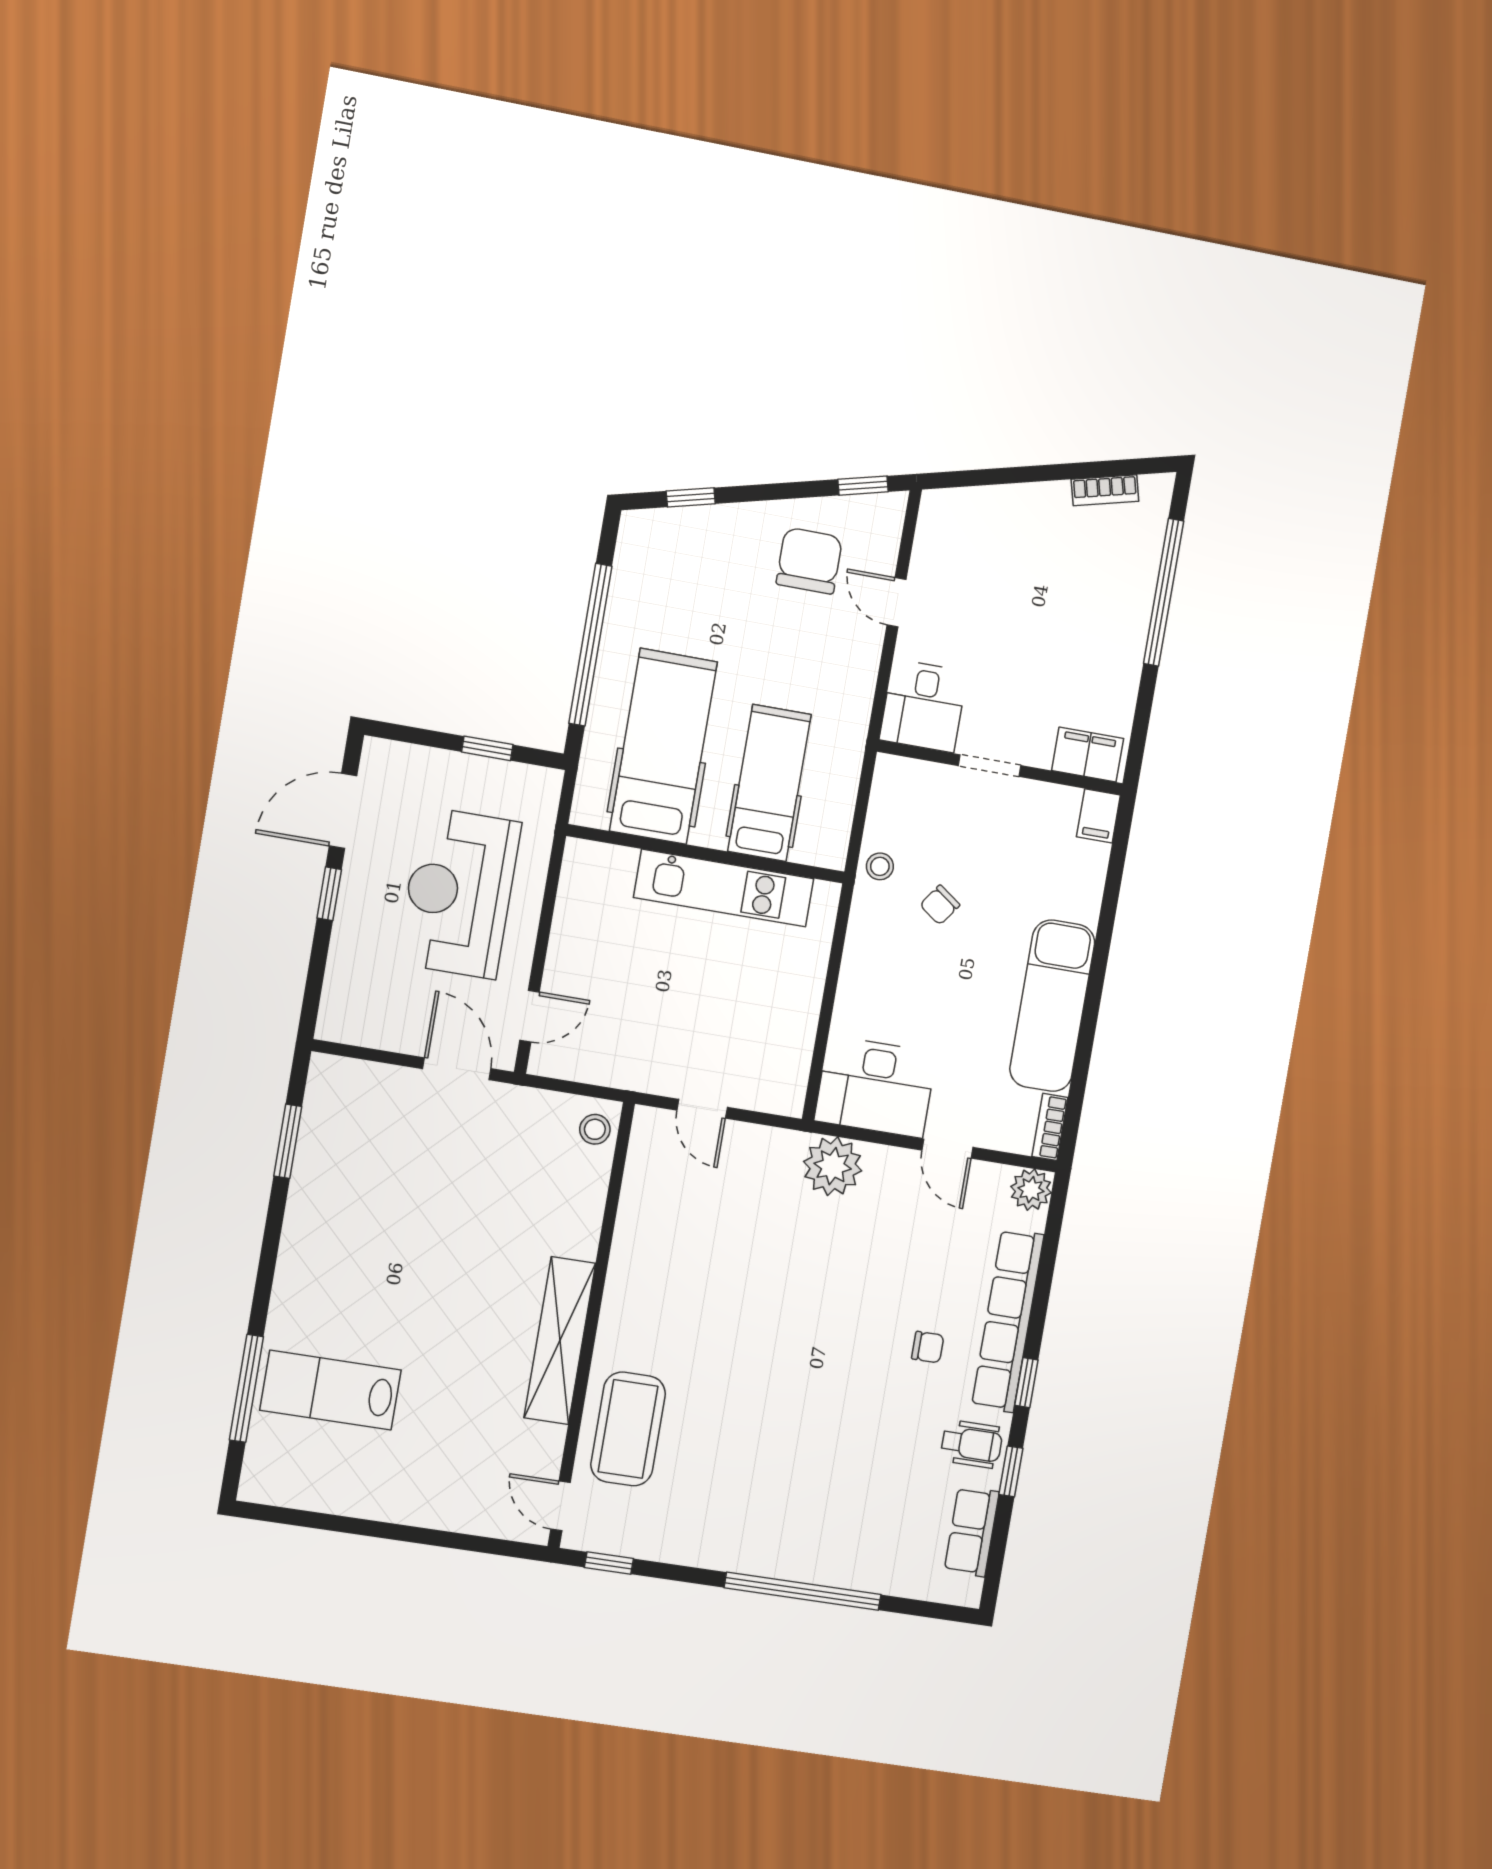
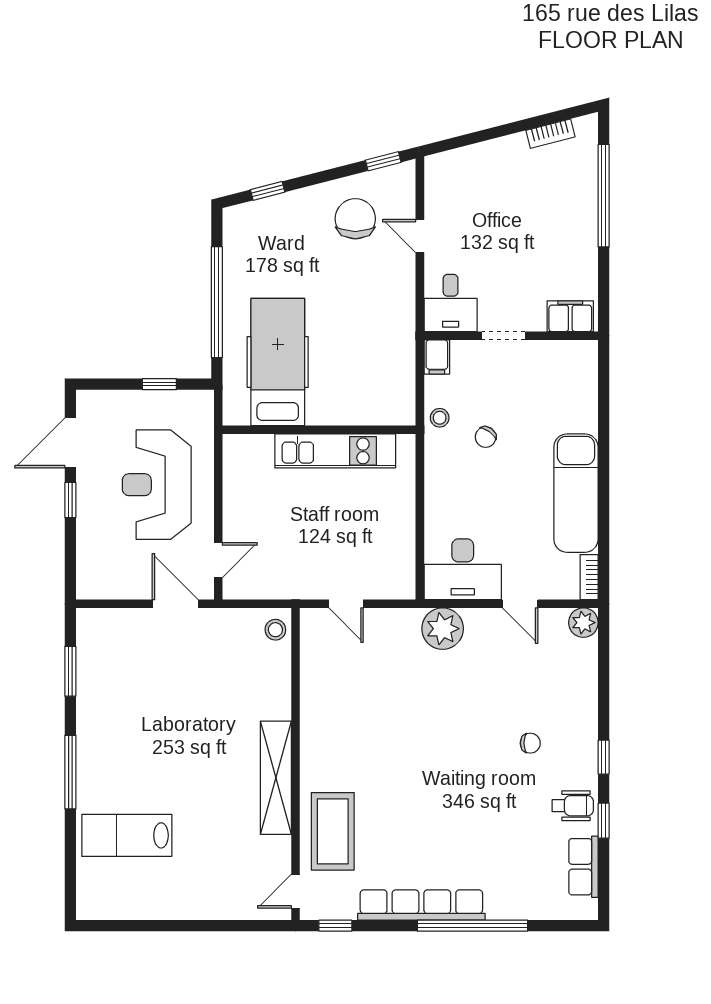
hospital bed: (769, 783) -> (354, 374), removed
filing cabinet: (1098, 816) -> (437, 357), moved
row of seats: (1008, 1321) -> (421, 905), moved, turned 90
window: (246, 1388) -> (70, 772), moved
door: (560, 1506) -> (296, 891), hinge flipped

